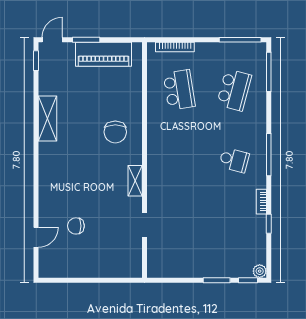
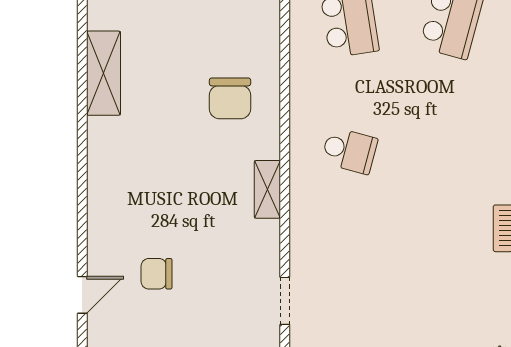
school desk: (234, 160) -> (349, 151), moved
doorway: (145, 225) -> (285, 301), moved

